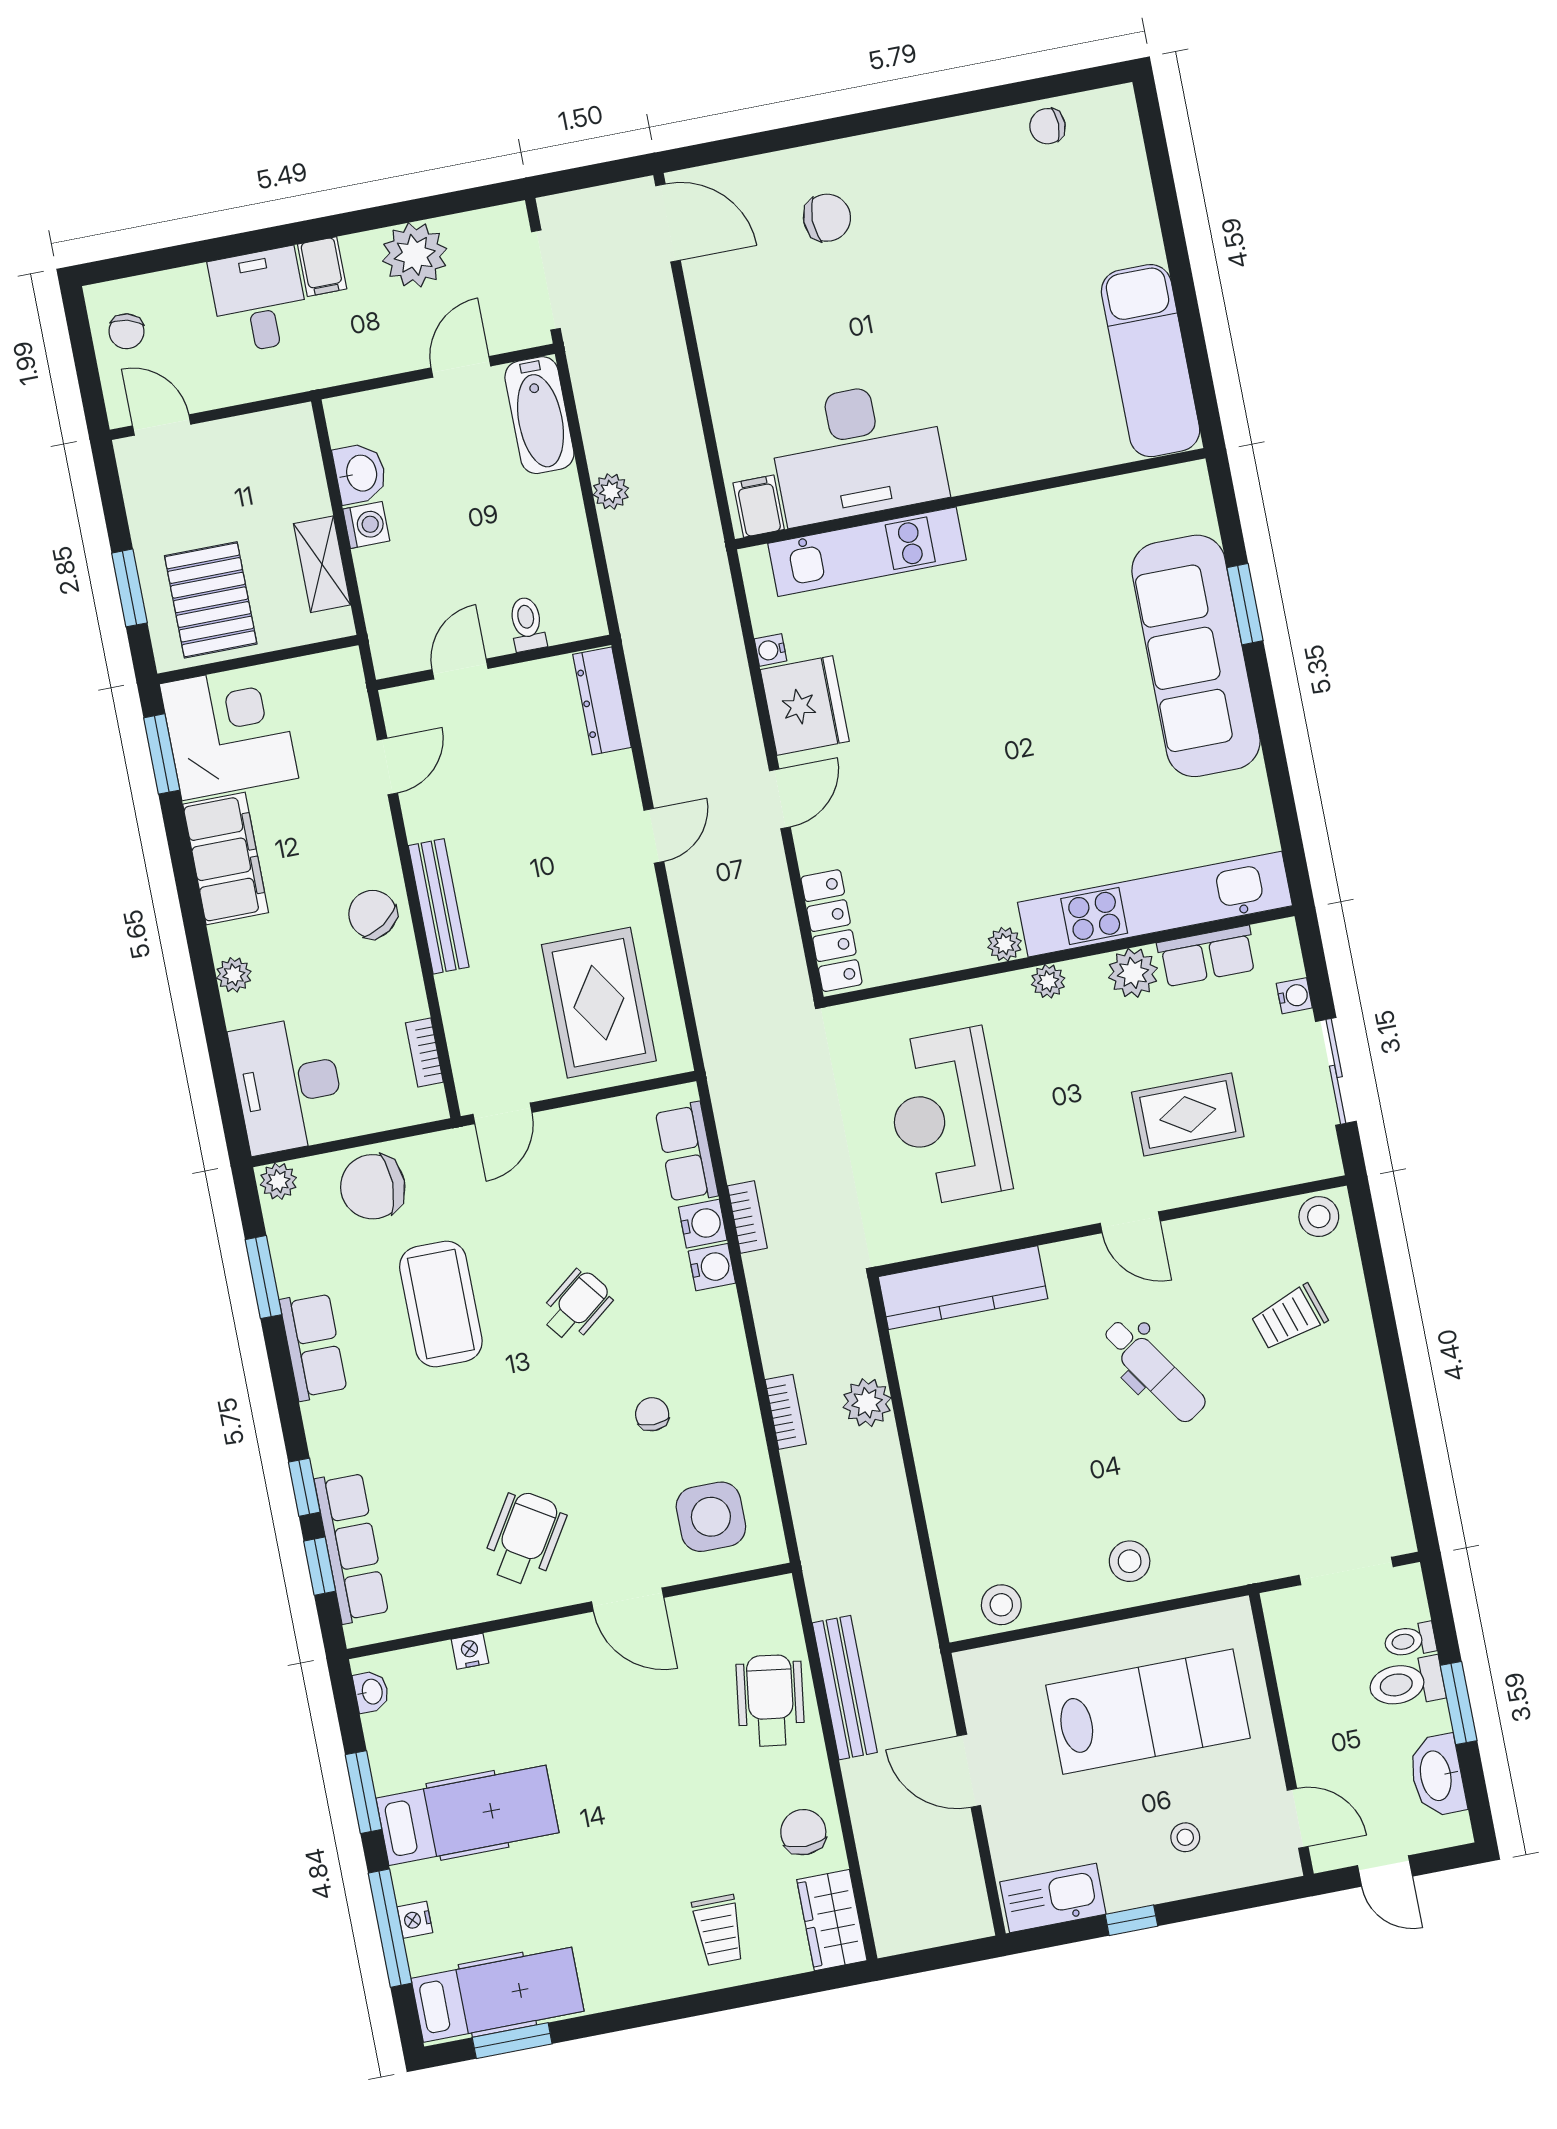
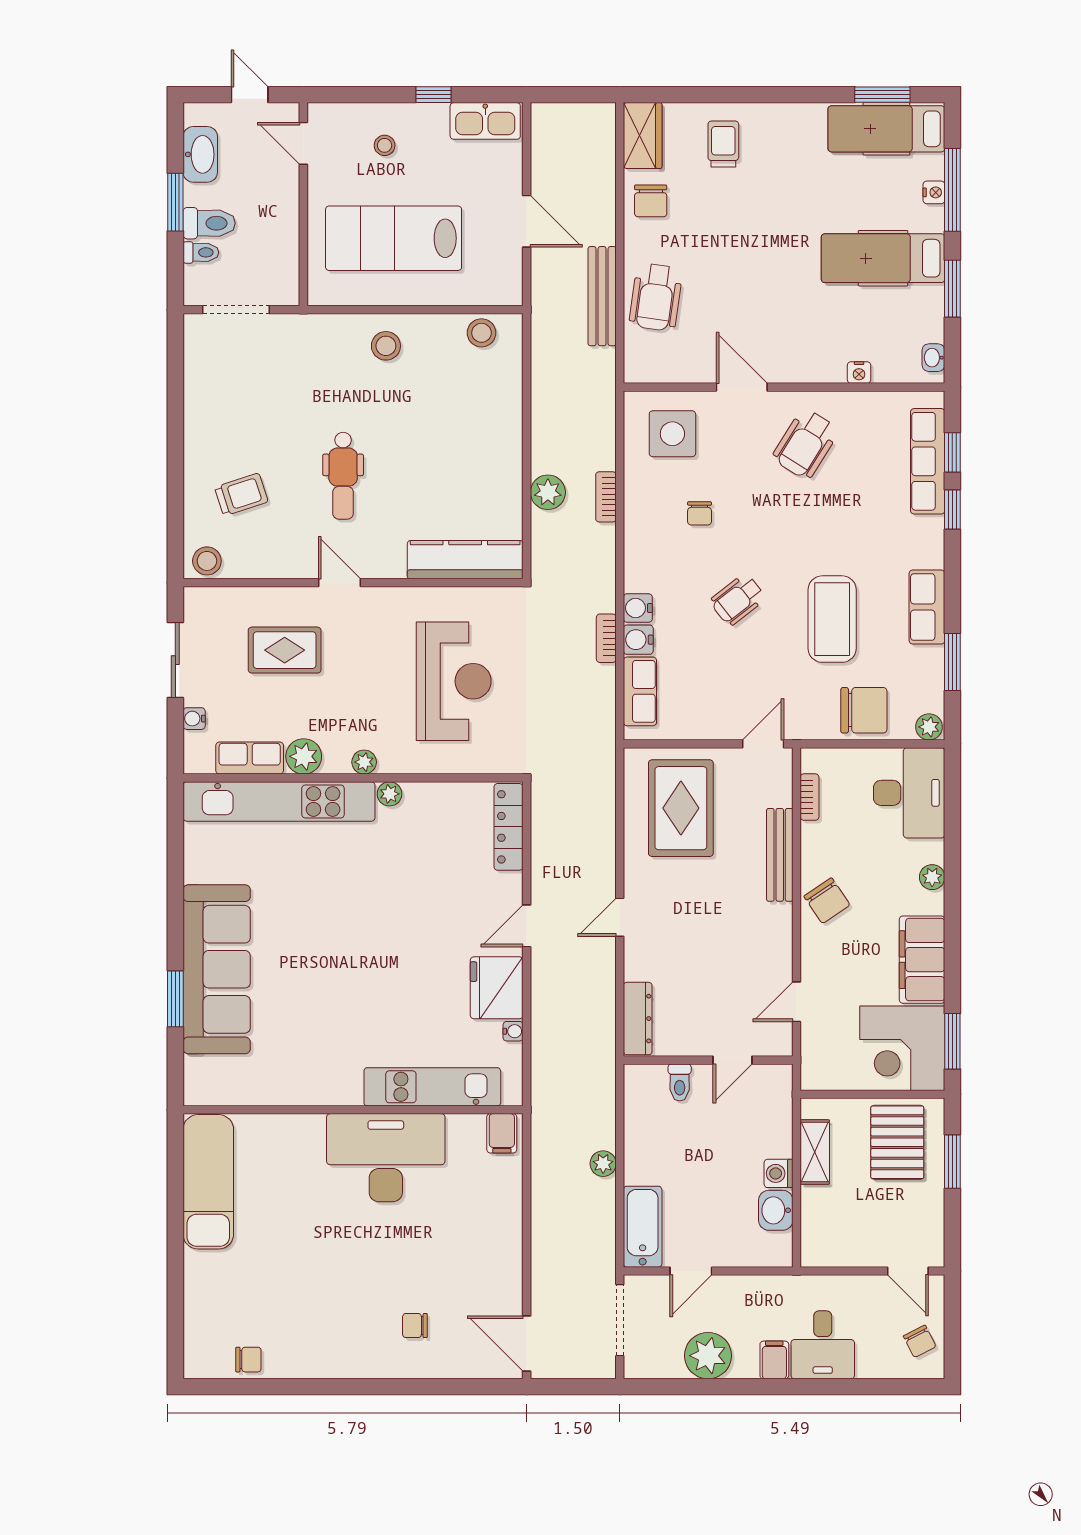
chair: (827, 218) -> (415, 1326), width x0.73, depth x0.73
chair: (127, 331) -> (920, 1341), turned 138
desk: (858, 452) -> (386, 1158), moved
bench: (439, 906) -> (780, 855), moved
dental chair: (1154, 1371) -> (343, 476), turned -146

